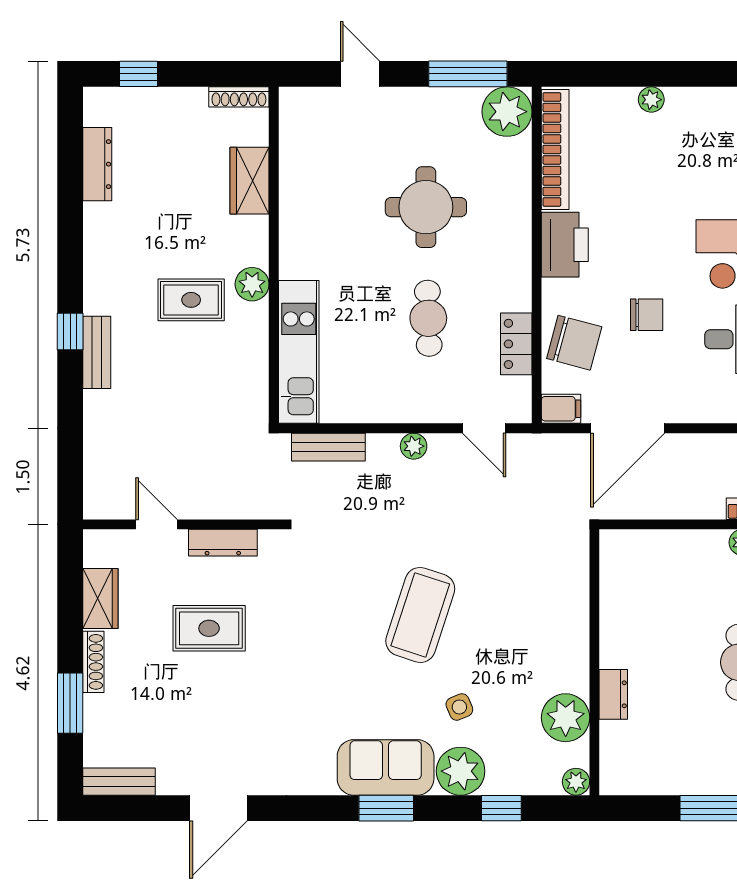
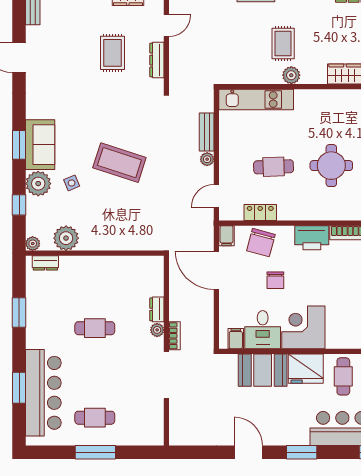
bench: (328, 447) -> (207, 132), moved
dresser: (703, 543) -> (157, 309), added
dresser: (613, 694) -> (45, 263), moved

